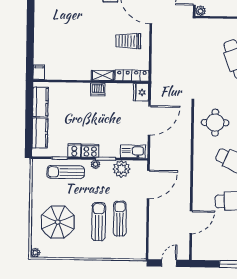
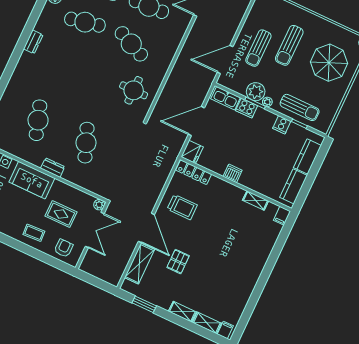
shelving: (103, 76) -> (256, 201), moved
cooker: (90, 151) -> (247, 108), moved
plant: (121, 169) -> (256, 92), moved
sun lounger: (120, 219) -> (258, 48), moved

